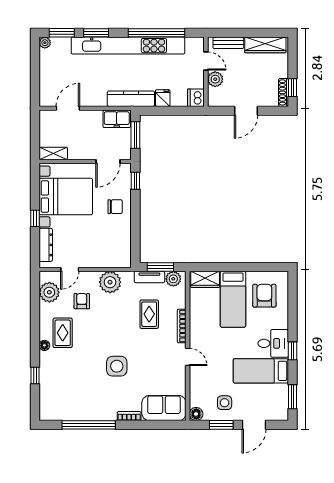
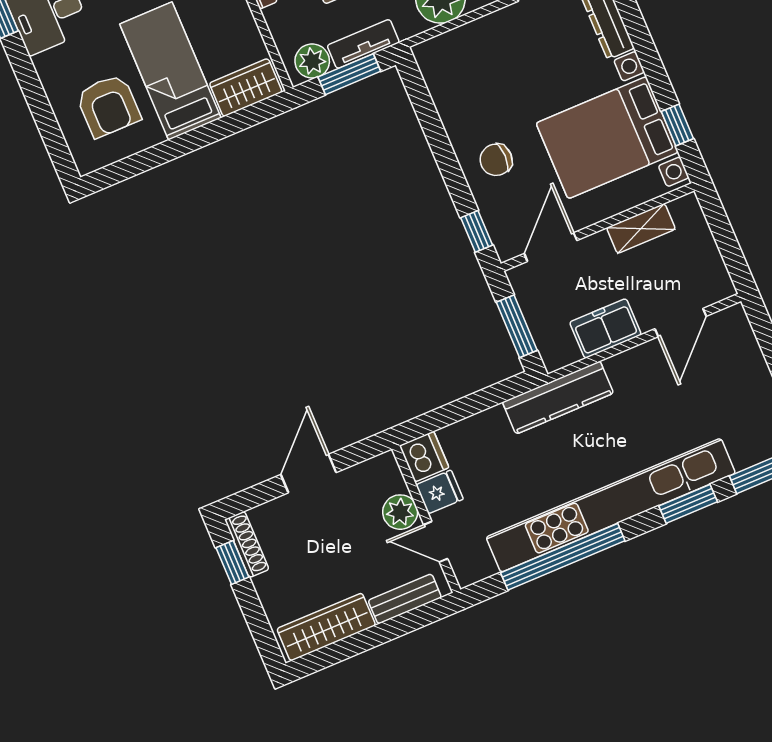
fridge: (163, 98) -> (440, 492), moved, turned -90
freezer: (117, 119) -> (605, 328), moved
shelving: (53, 154) -> (641, 228), moved
window: (35, 218) -> (677, 125), moved

